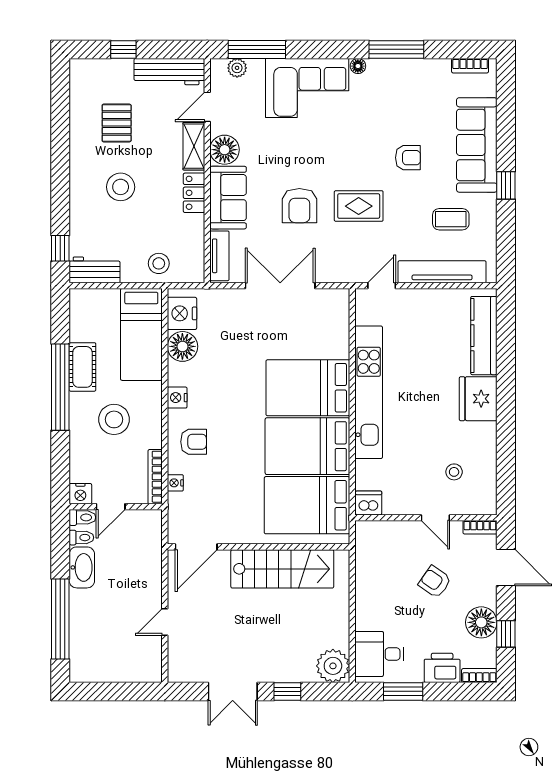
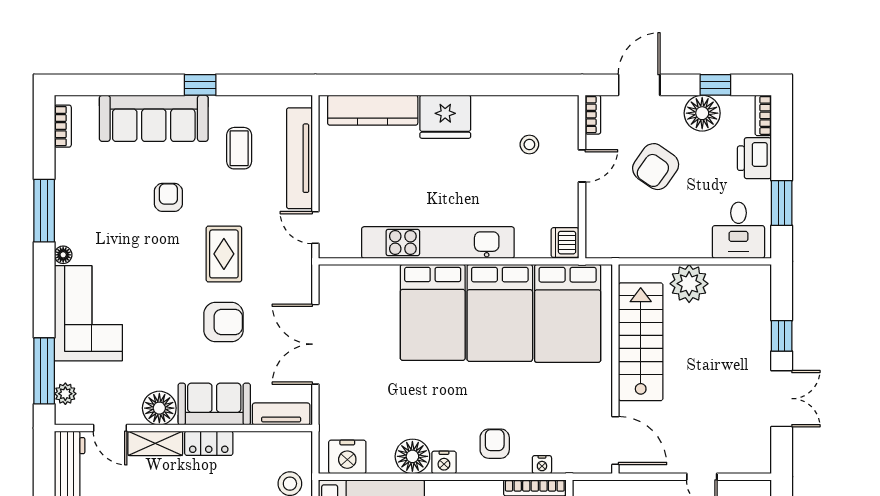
floor lamp: (182, 346) -> (412, 456), moved
armchair: (435, 582) -> (656, 167), width x1.38, depth x1.38
plant: (333, 666) -> (689, 284), moved

